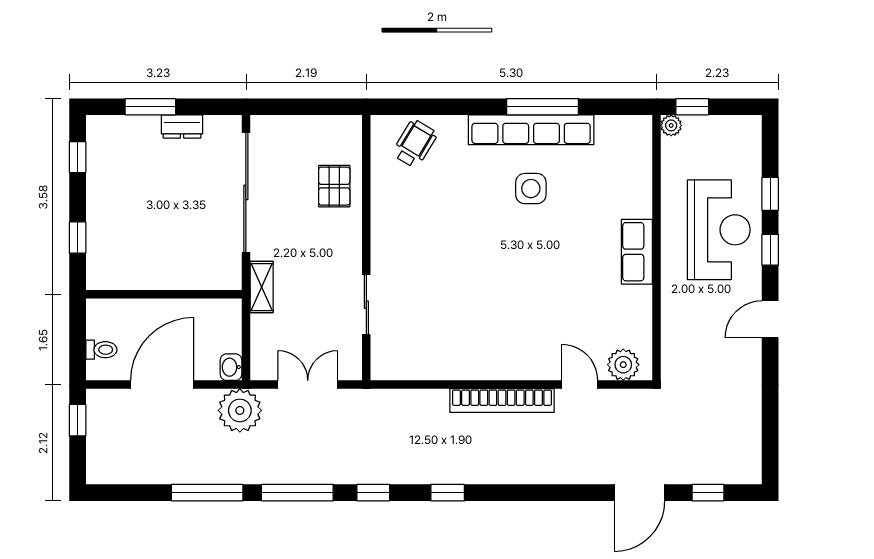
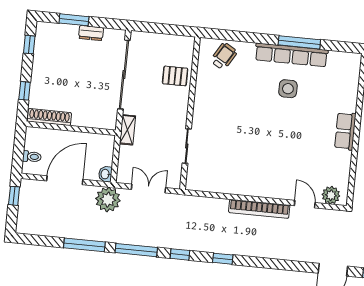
pallet: (334, 186) -> (175, 76), turned 90
shoe rack: (125, 279) -> (49, 117), added

